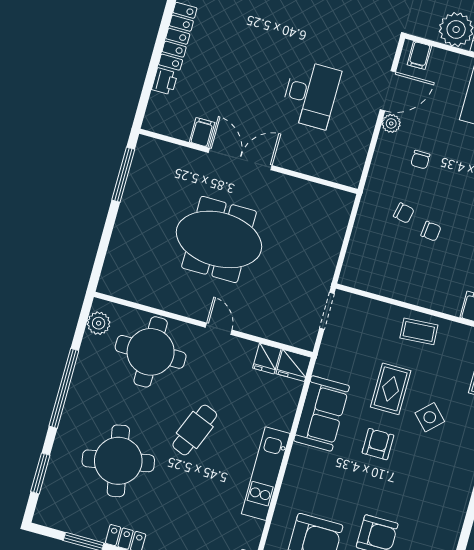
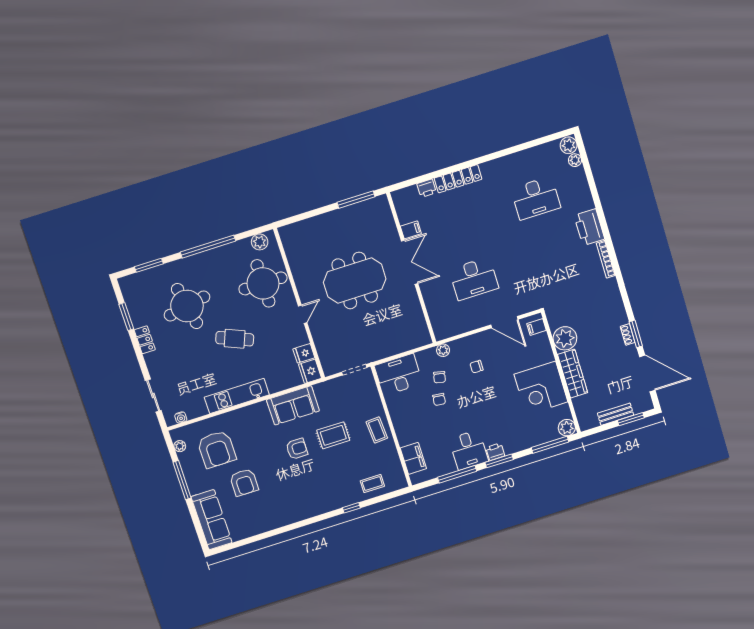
plant: (391, 123) -> (443, 350), moved
meeting table: (219, 239) -> (355, 281), turned 90
desk: (368, 261) -> (398, 375), added
side table: (430, 417) -> (332, 468), removed

